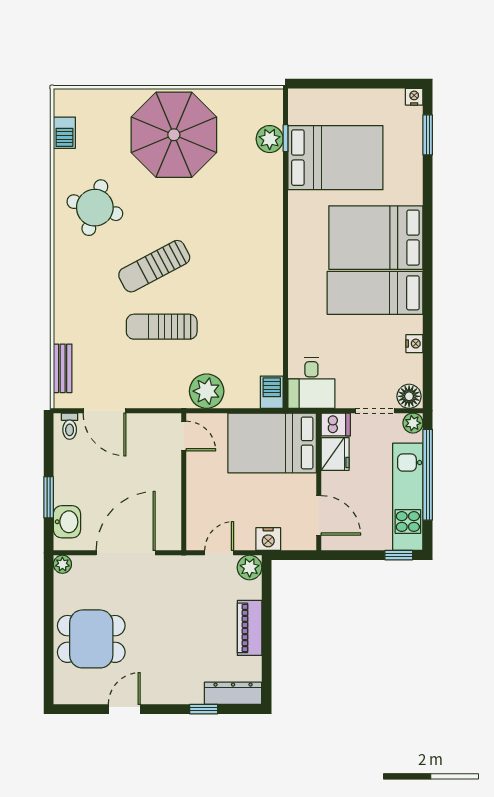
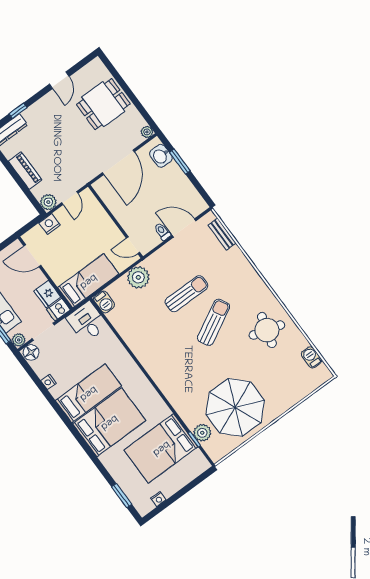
nightstand: (414, 97) -> (158, 499), moved
parasol: (174, 135) -> (235, 407), moved
toilet: (70, 426) -> (162, 232), moved
bed: (272, 443) -> (88, 281), width x0.67

